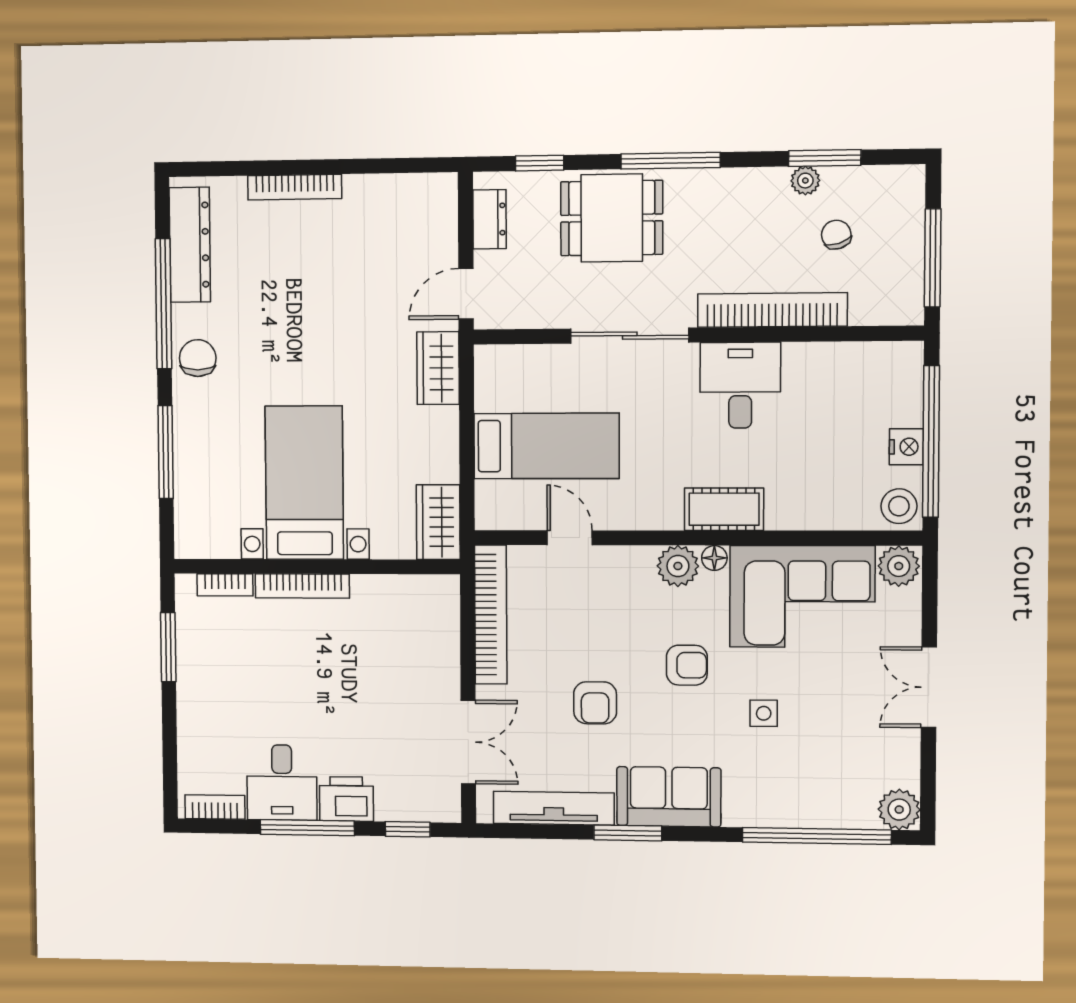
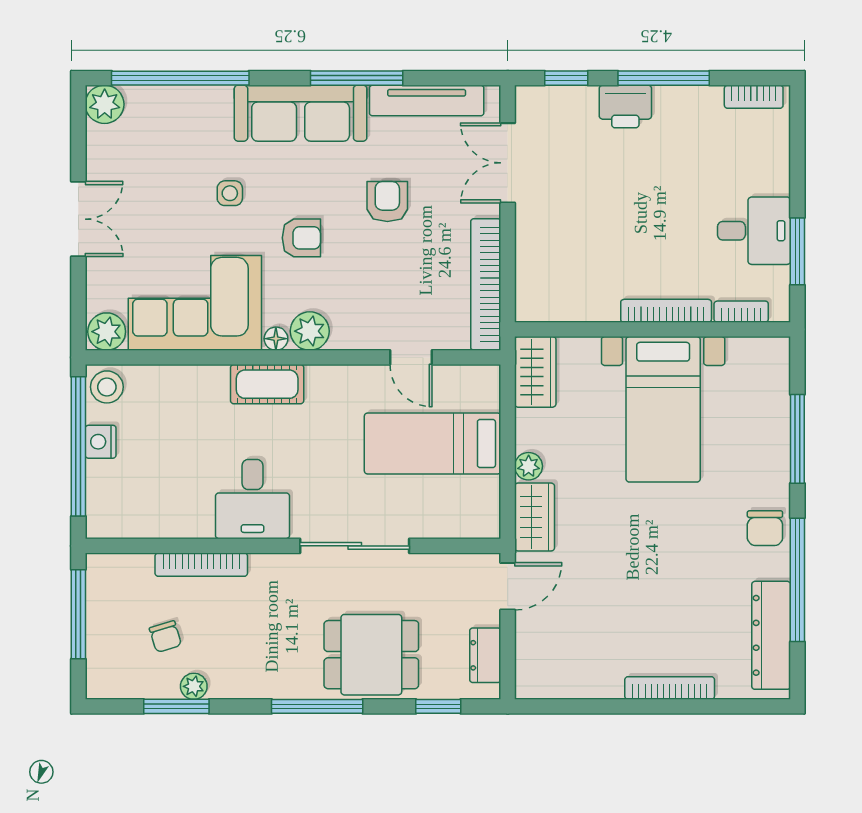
bookcase: (772, 310) -> (201, 565), width x0.68, depth x0.76
plant: (445, 422) -> (529, 466), added
armchair: (687, 665) -> (301, 238), turned 180
desk: (282, 782) -> (754, 231), moved, turned 90
sofa: (669, 797) -> (301, 113), width x1.36
window: (628, 833) -> (357, 78), width x1.44

